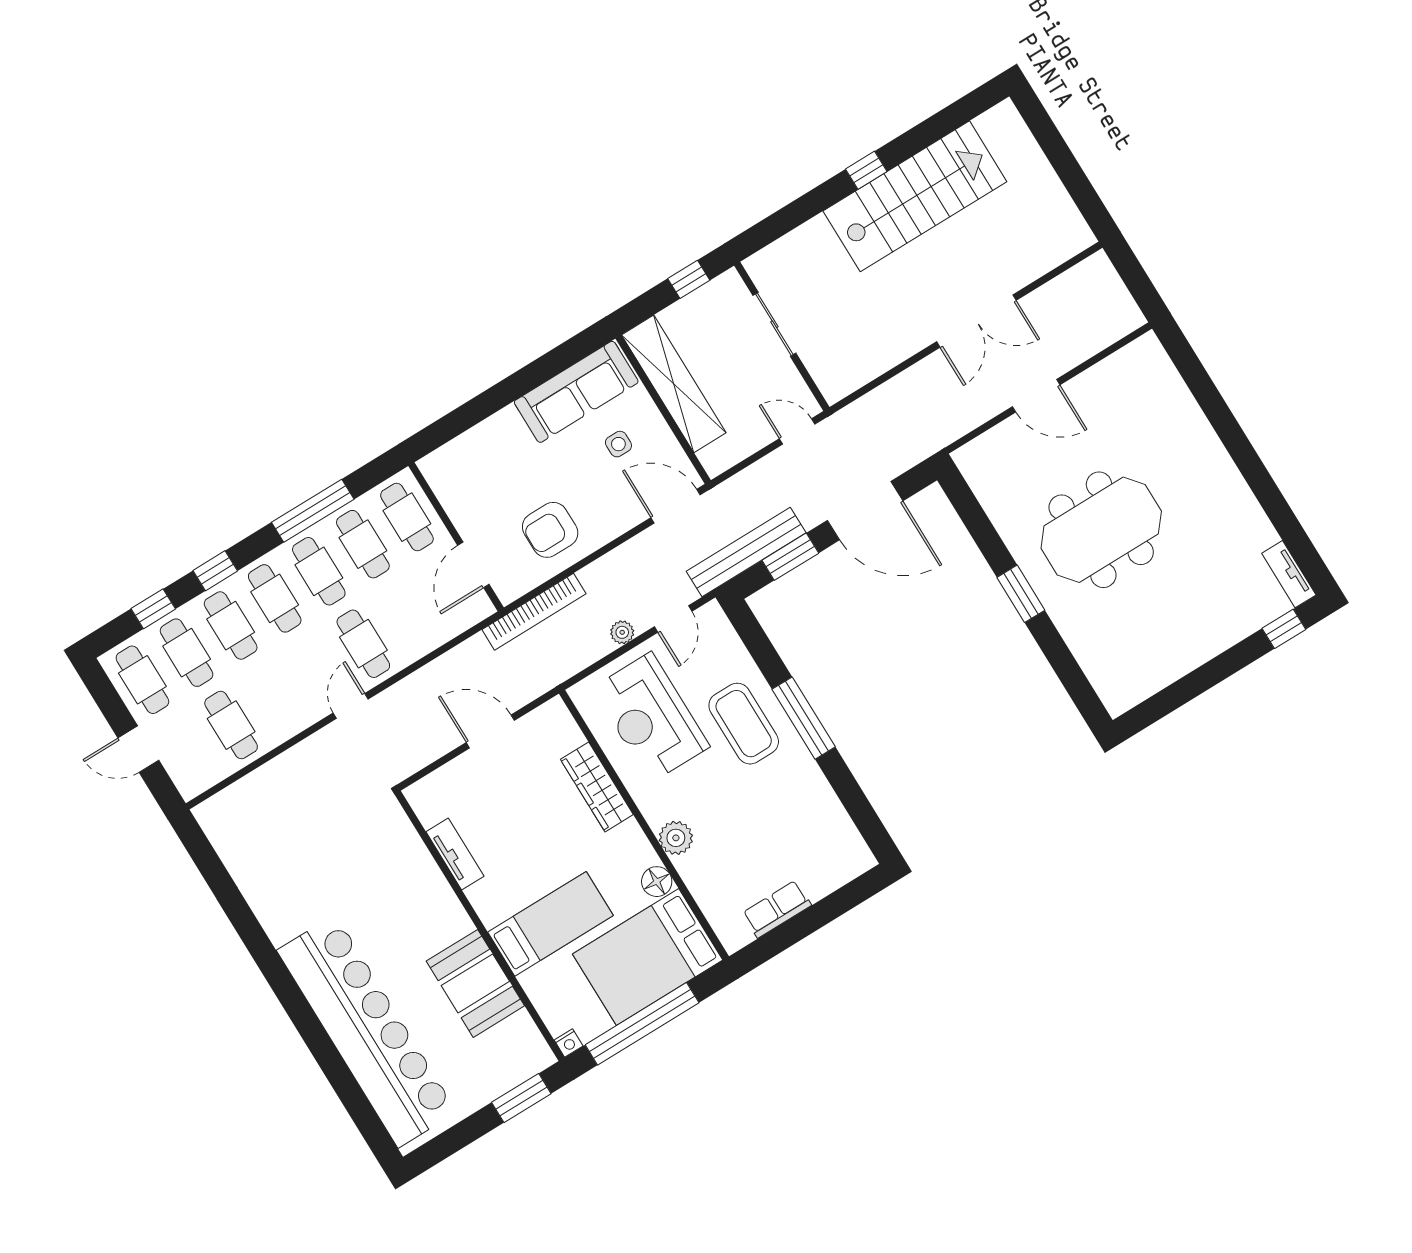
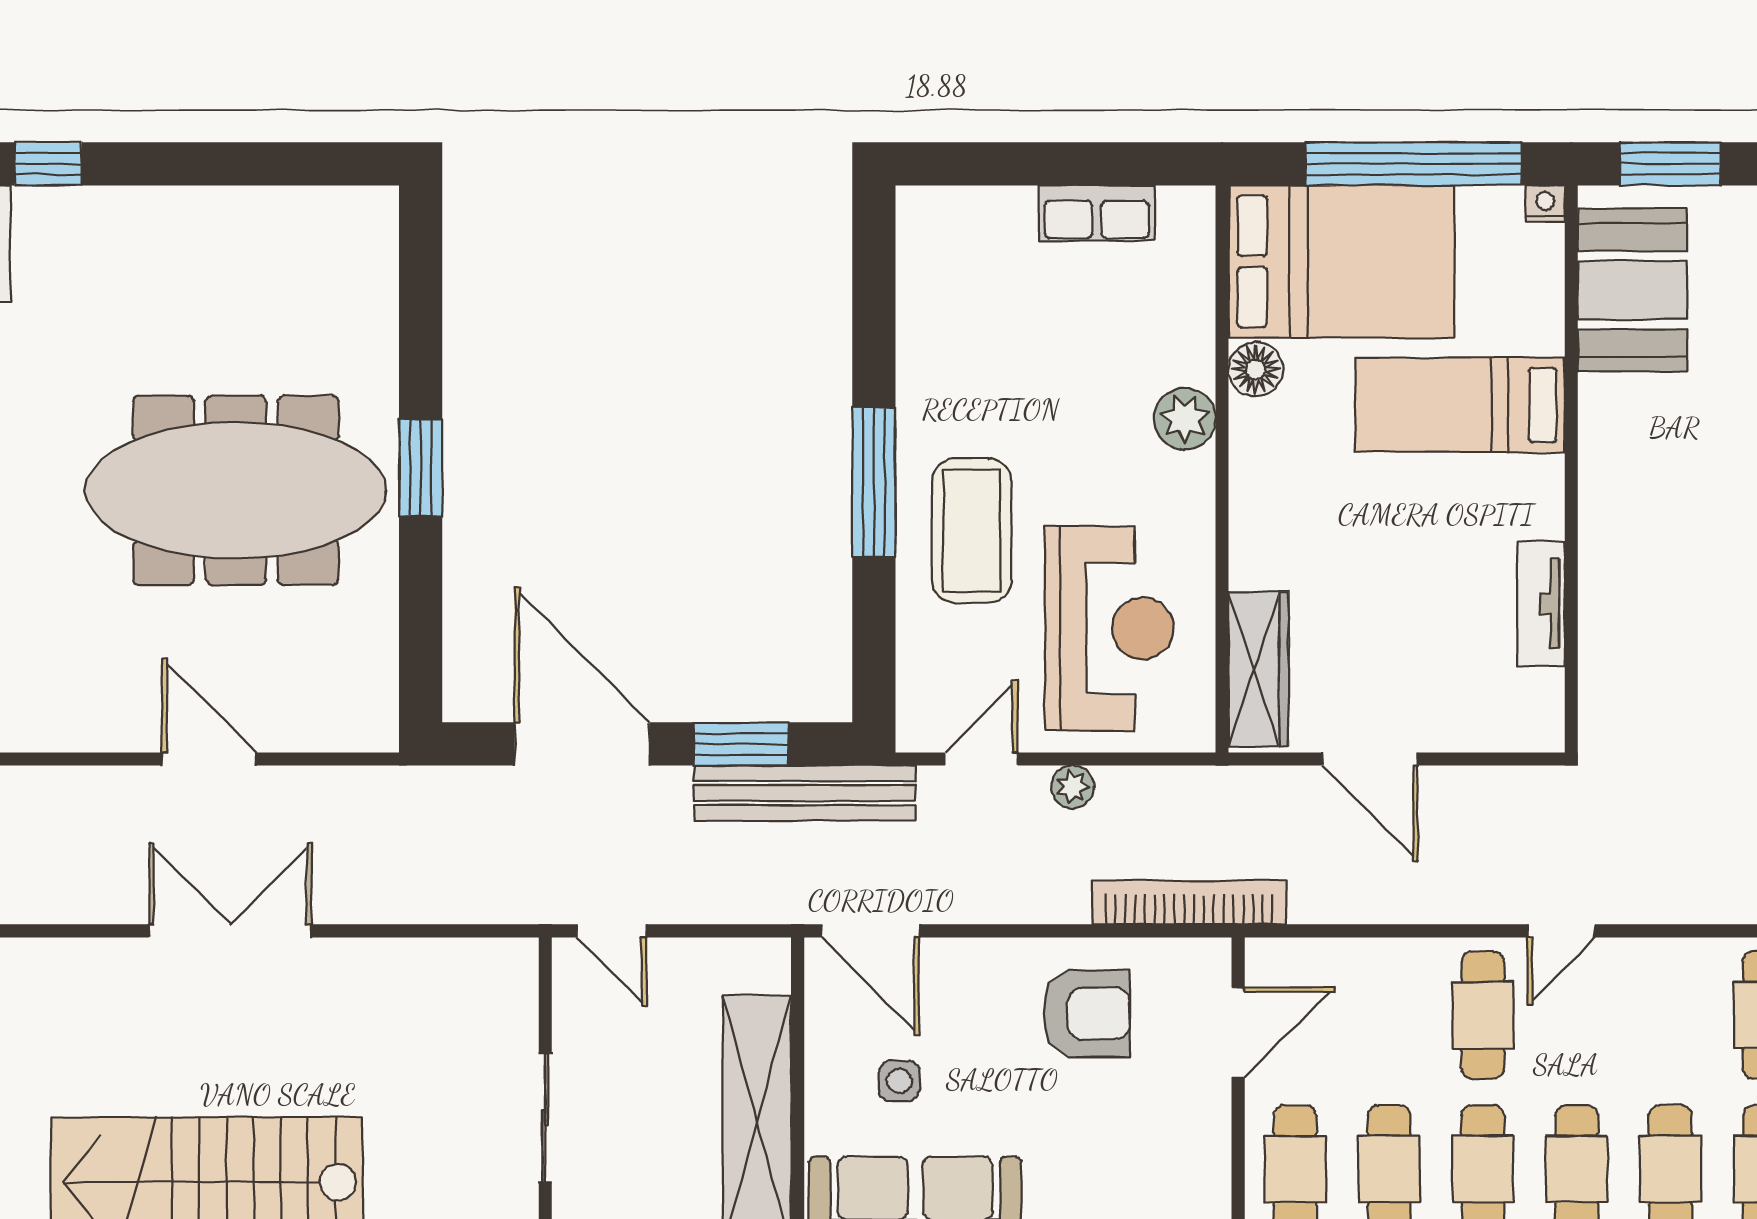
meeting table: (1101, 530) -> (236, 490), width x1.36
wardrobe: (597, 787) -> (1258, 669), moved
booth: (475, 983) -> (1632, 290), moved

